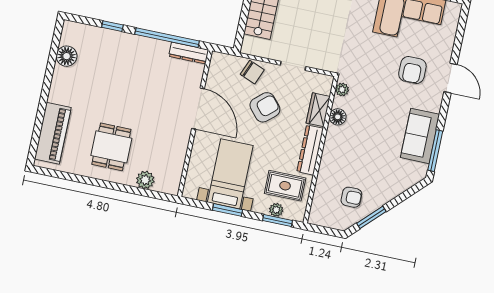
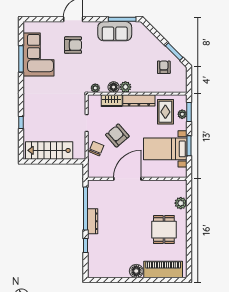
dresser: (189, 53) -> (93, 221), moved
floor lamp: (67, 56) -> (136, 271), moved
plant: (334, 134) -> (125, 87), added
dining table: (111, 147) -> (164, 230), turned 90

